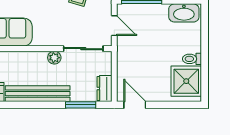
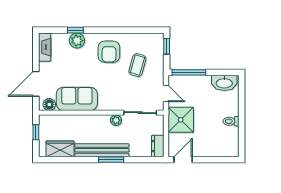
shower: (186, 81) -> (181, 120), moved
window: (81, 105) -> (111, 160), moved
door: (135, 105) -> (183, 160), hinge flipped

